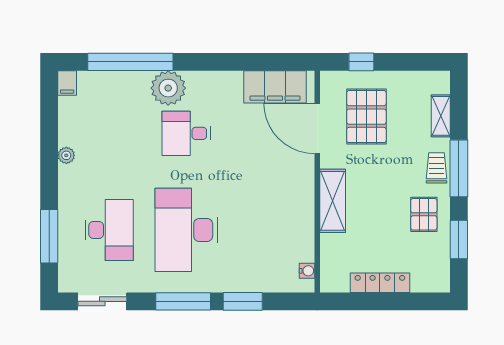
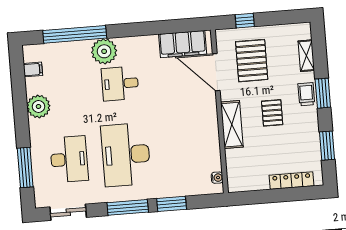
filing cabinet: (67, 83) -> (33, 69), moved, turned -90
plant: (66, 155) -> (38, 106), width x1.87, depth x1.87
window: (459, 168) -> (323, 93), width x0.69
pallet: (424, 214) -> (272, 113), moved
locker: (380, 283) -> (292, 181), moved

